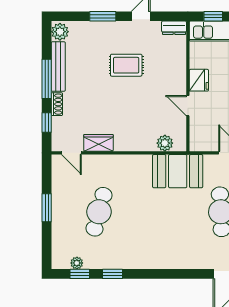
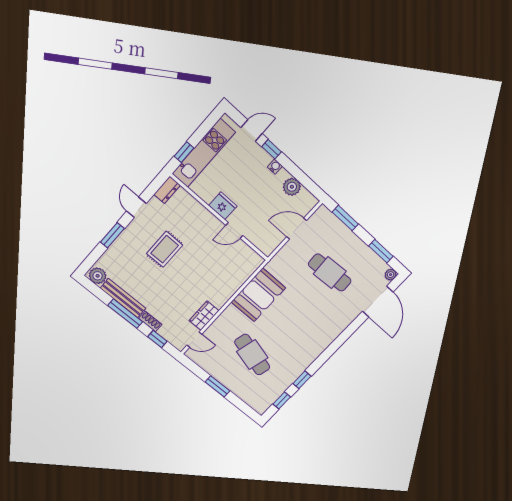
plant: (165, 143) -> (246, 270), removed
booth: (178, 171) -> (258, 295), moved
plant: (77, 263) -> (273, 397), removed

